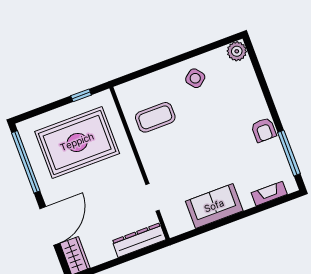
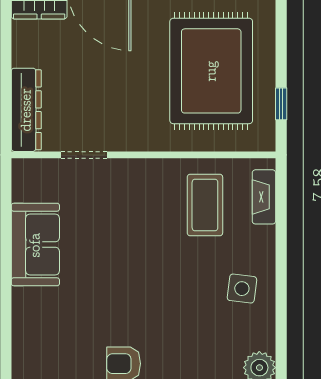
side table: (195, 78) -> (242, 289), turned 45
fireplace: (269, 194) -> (264, 197), moved, turned 180

